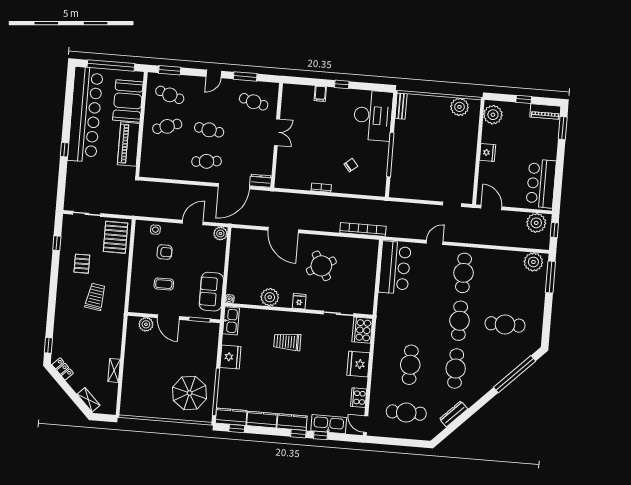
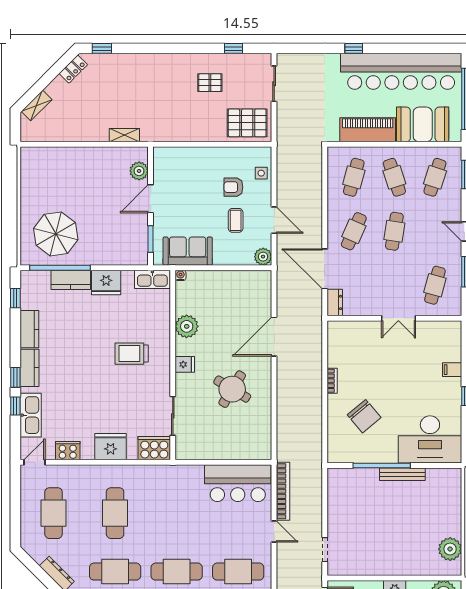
bench: (401, 106) -> (402, 474), moved, width x1.36
cafe table: (165, 158) -> (354, 177), added
cafe table: (207, 161) -> (354, 231), turned 30
chair: (351, 165) -> (364, 416), width x1.87, depth x1.87
bookcase: (363, 229) -> (283, 491), moved
armchair: (165, 252) -> (233, 187), turned 90
round table: (321, 266) -> (232, 389), turned -30
coffee table: (164, 284) -> (236, 220), moved
trolley: (95, 297) -> (169, 104), removed
trolley: (287, 342) -> (132, 354), turned -90
cafe table: (410, 365) -> (115, 513), turned 90
shelving: (114, 370) -> (124, 135), moved
kitchen counter: (231, 417) -> (71, 280), moved, turned 90

